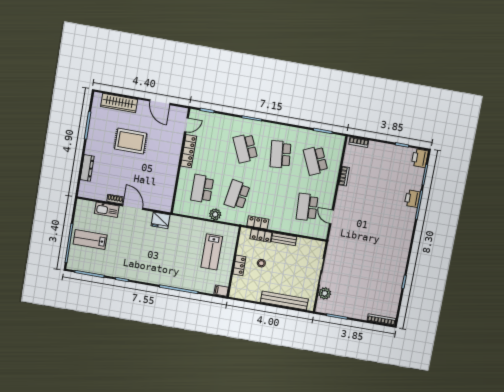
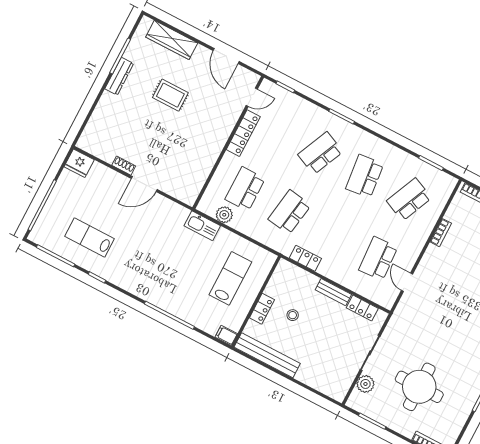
rug: (131, 141) -> (170, 95), width x0.73, depth x0.70
school desk: (245, 148) -> (320, 153), turned 48
school desk: (316, 161) -> (409, 199), turned 48
dresser: (87, 168) -> (119, 76), moved
door: (133, 207) -> (144, 184), swing flipped
kitchen sink: (107, 210) -> (202, 226), moved
plant: (215, 214) -> (224, 215), moved
fridge: (161, 220) -> (79, 163), moved
locker: (261, 236) -> (362, 308), moved
lab bench: (90, 240) -> (90, 238), moved
lab bench: (212, 252) -> (230, 278), turned 180
round table: (361, 284) -> (419, 387), added
bench: (284, 301) -> (267, 355), moved

